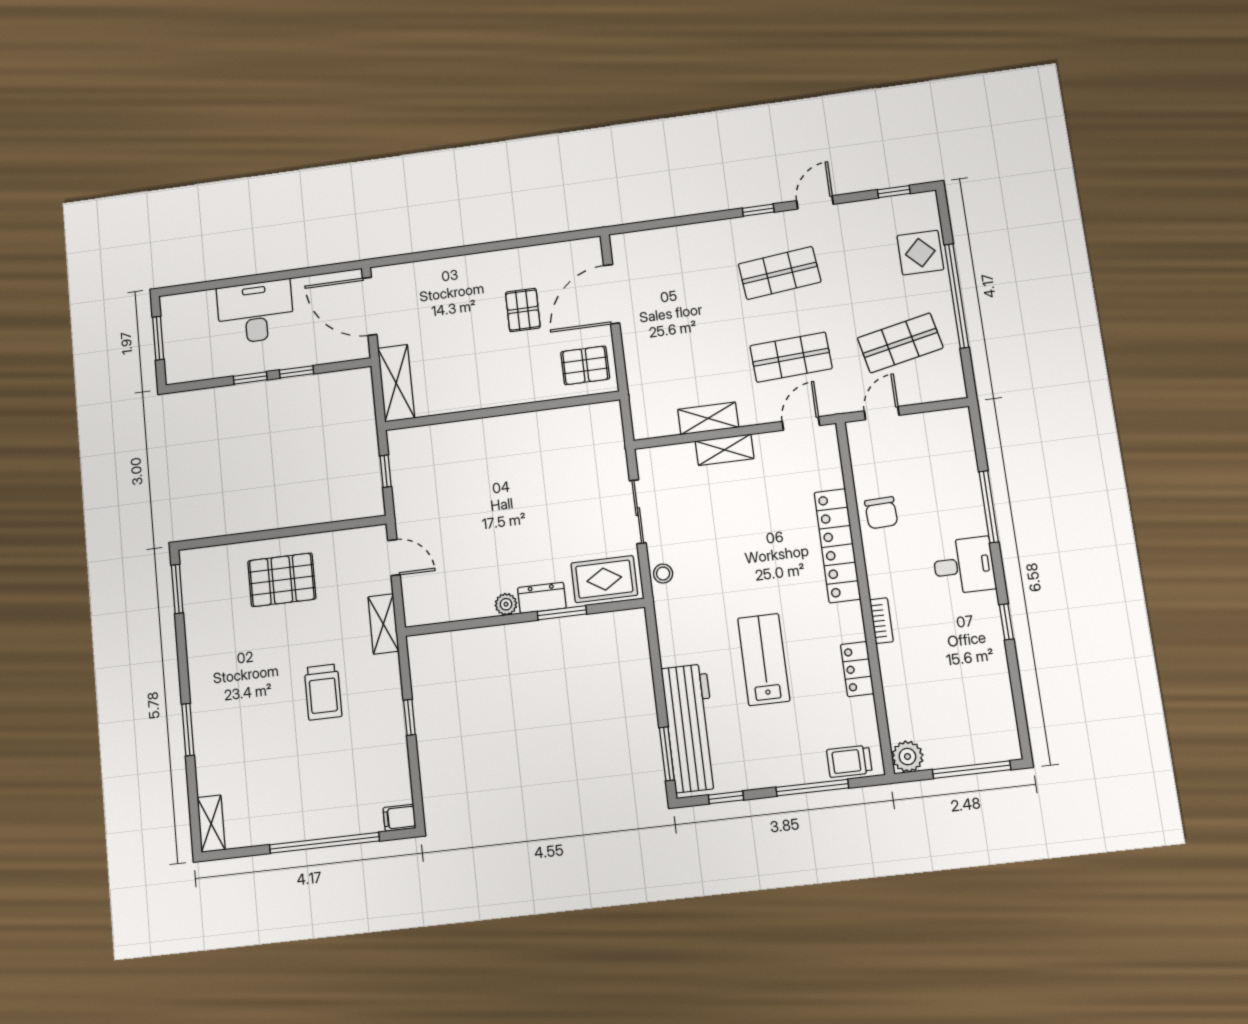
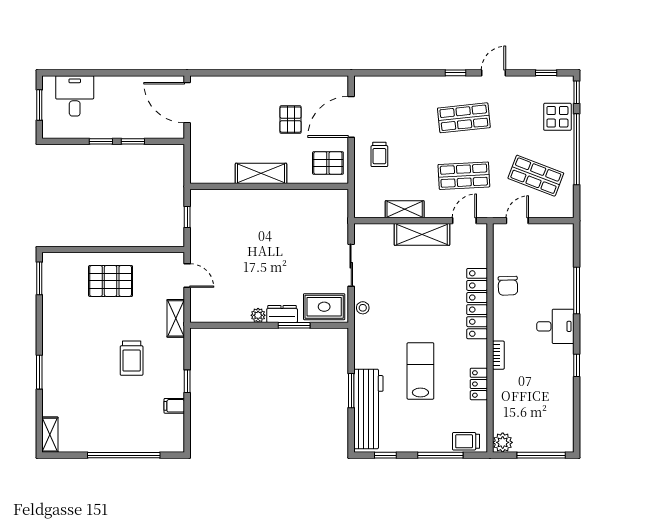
window: (944, 213) -> (577, 92), added
desk: (255, 312) -> (75, 96), moved, width x0.73
trolley: (660, 343) -> (379, 154), added
shop shelf: (900, 343) -> (536, 176), turned 33
shelving: (396, 383) -> (261, 173), moved, turned 90
shelving: (725, 450) -> (422, 234), width x1.50, depth x1.33
window: (667, 754) -> (351, 391), moved
filing cabinet: (399, 818) -> (174, 406), moved

